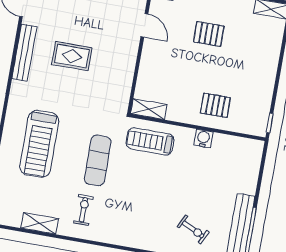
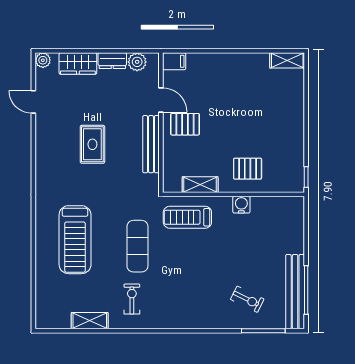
pallet: (209, 34) -> (185, 124), moved
bench: (24, 53) -> (151, 144), moved
rug: (72, 56) -> (92, 144), turned 90
shelving: (149, 109) -> (200, 185), moved

